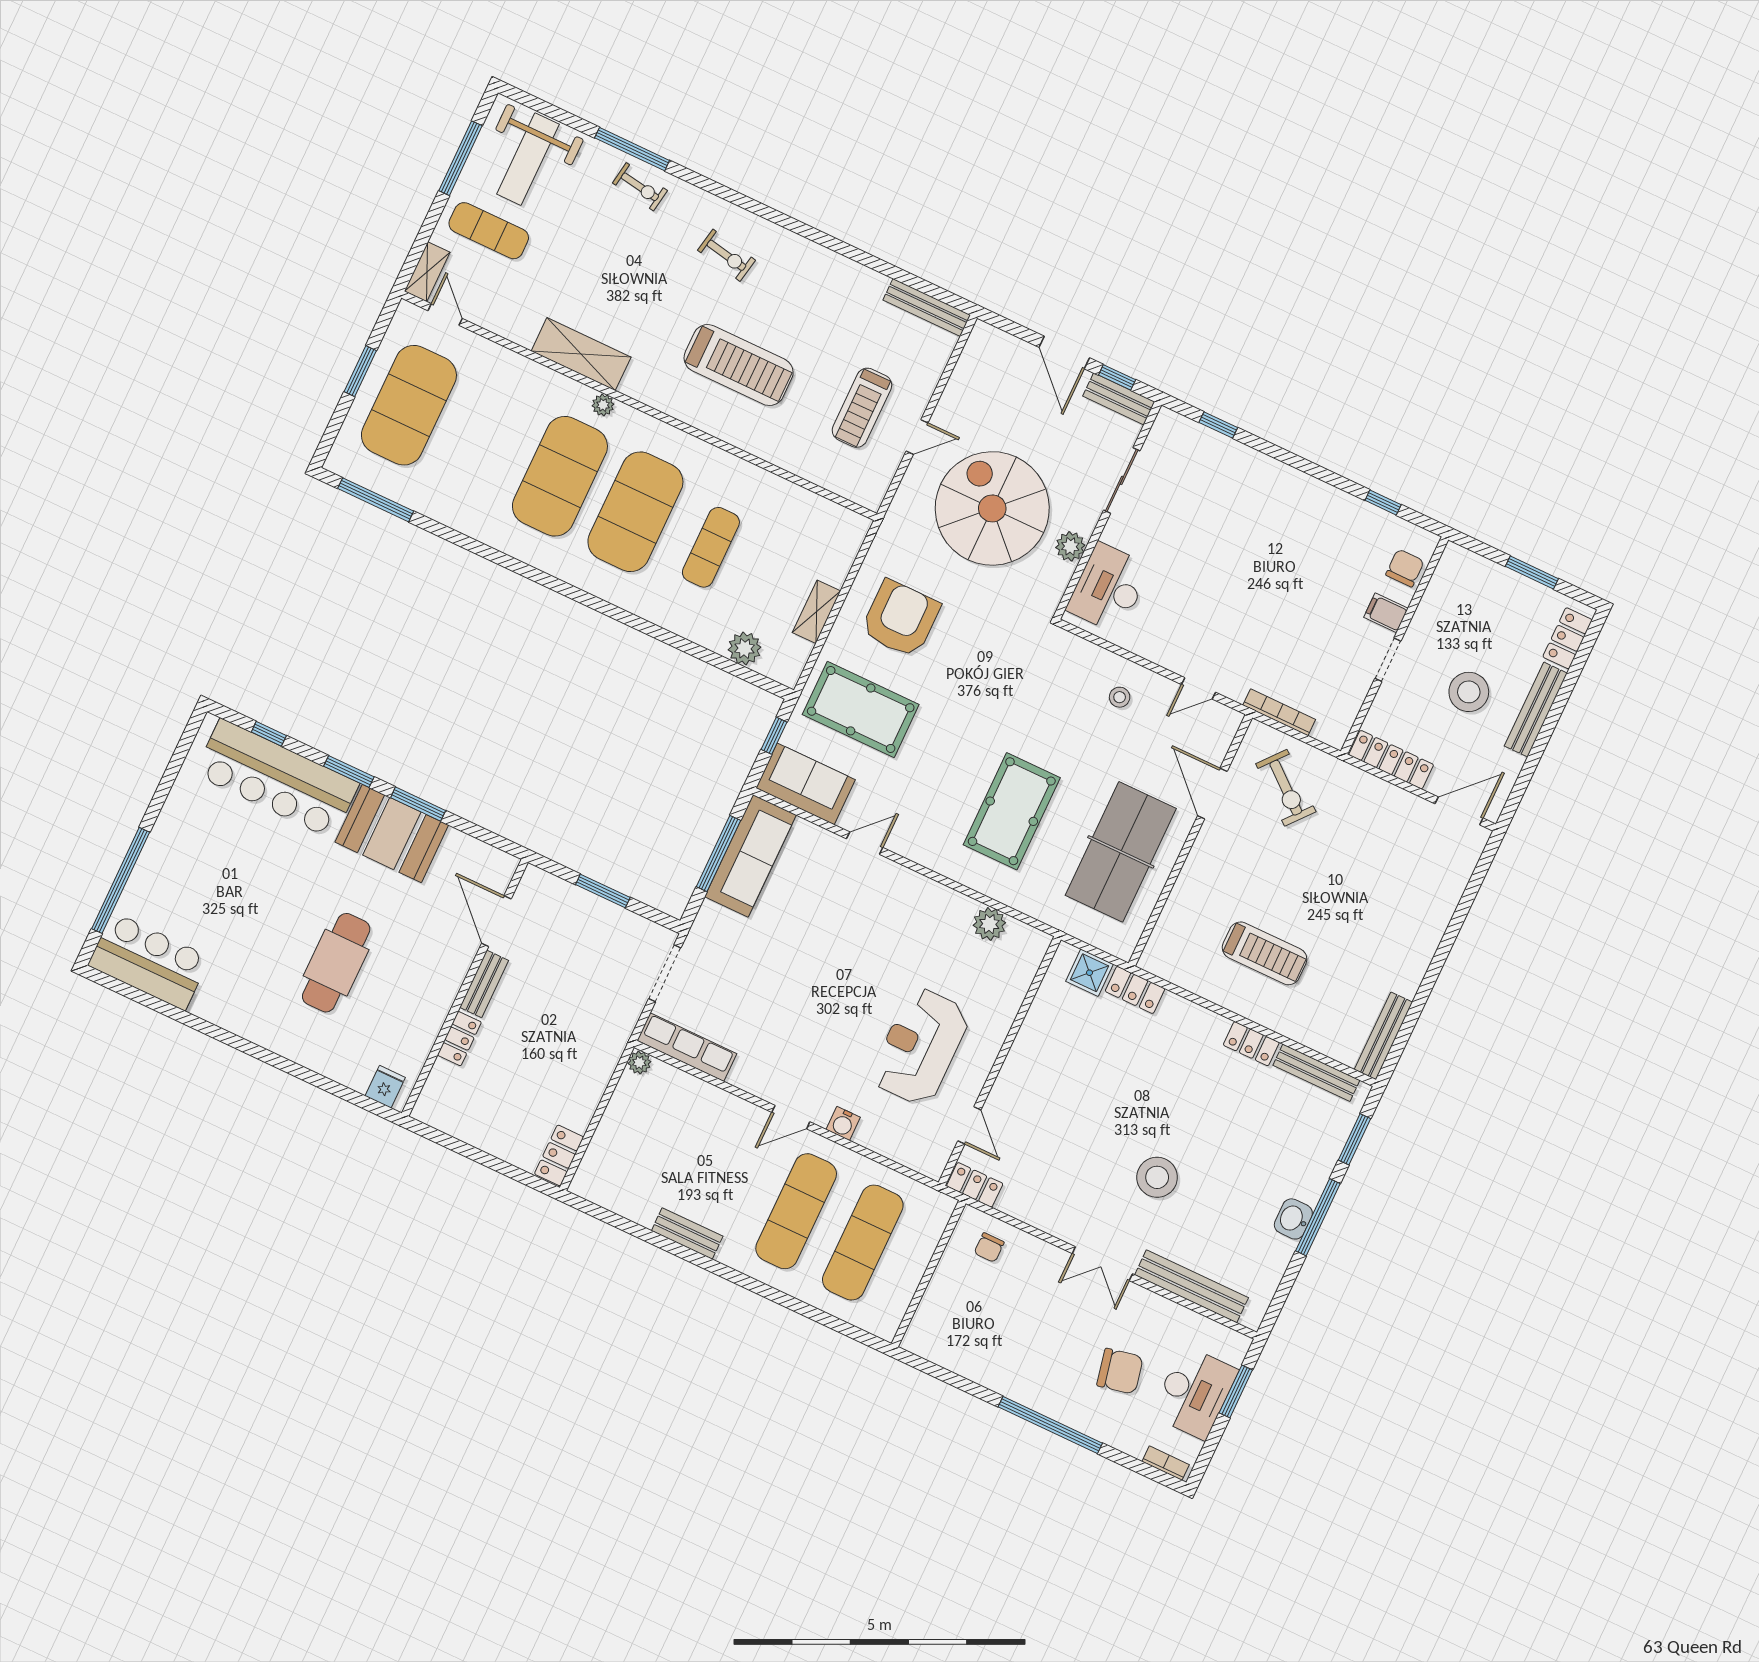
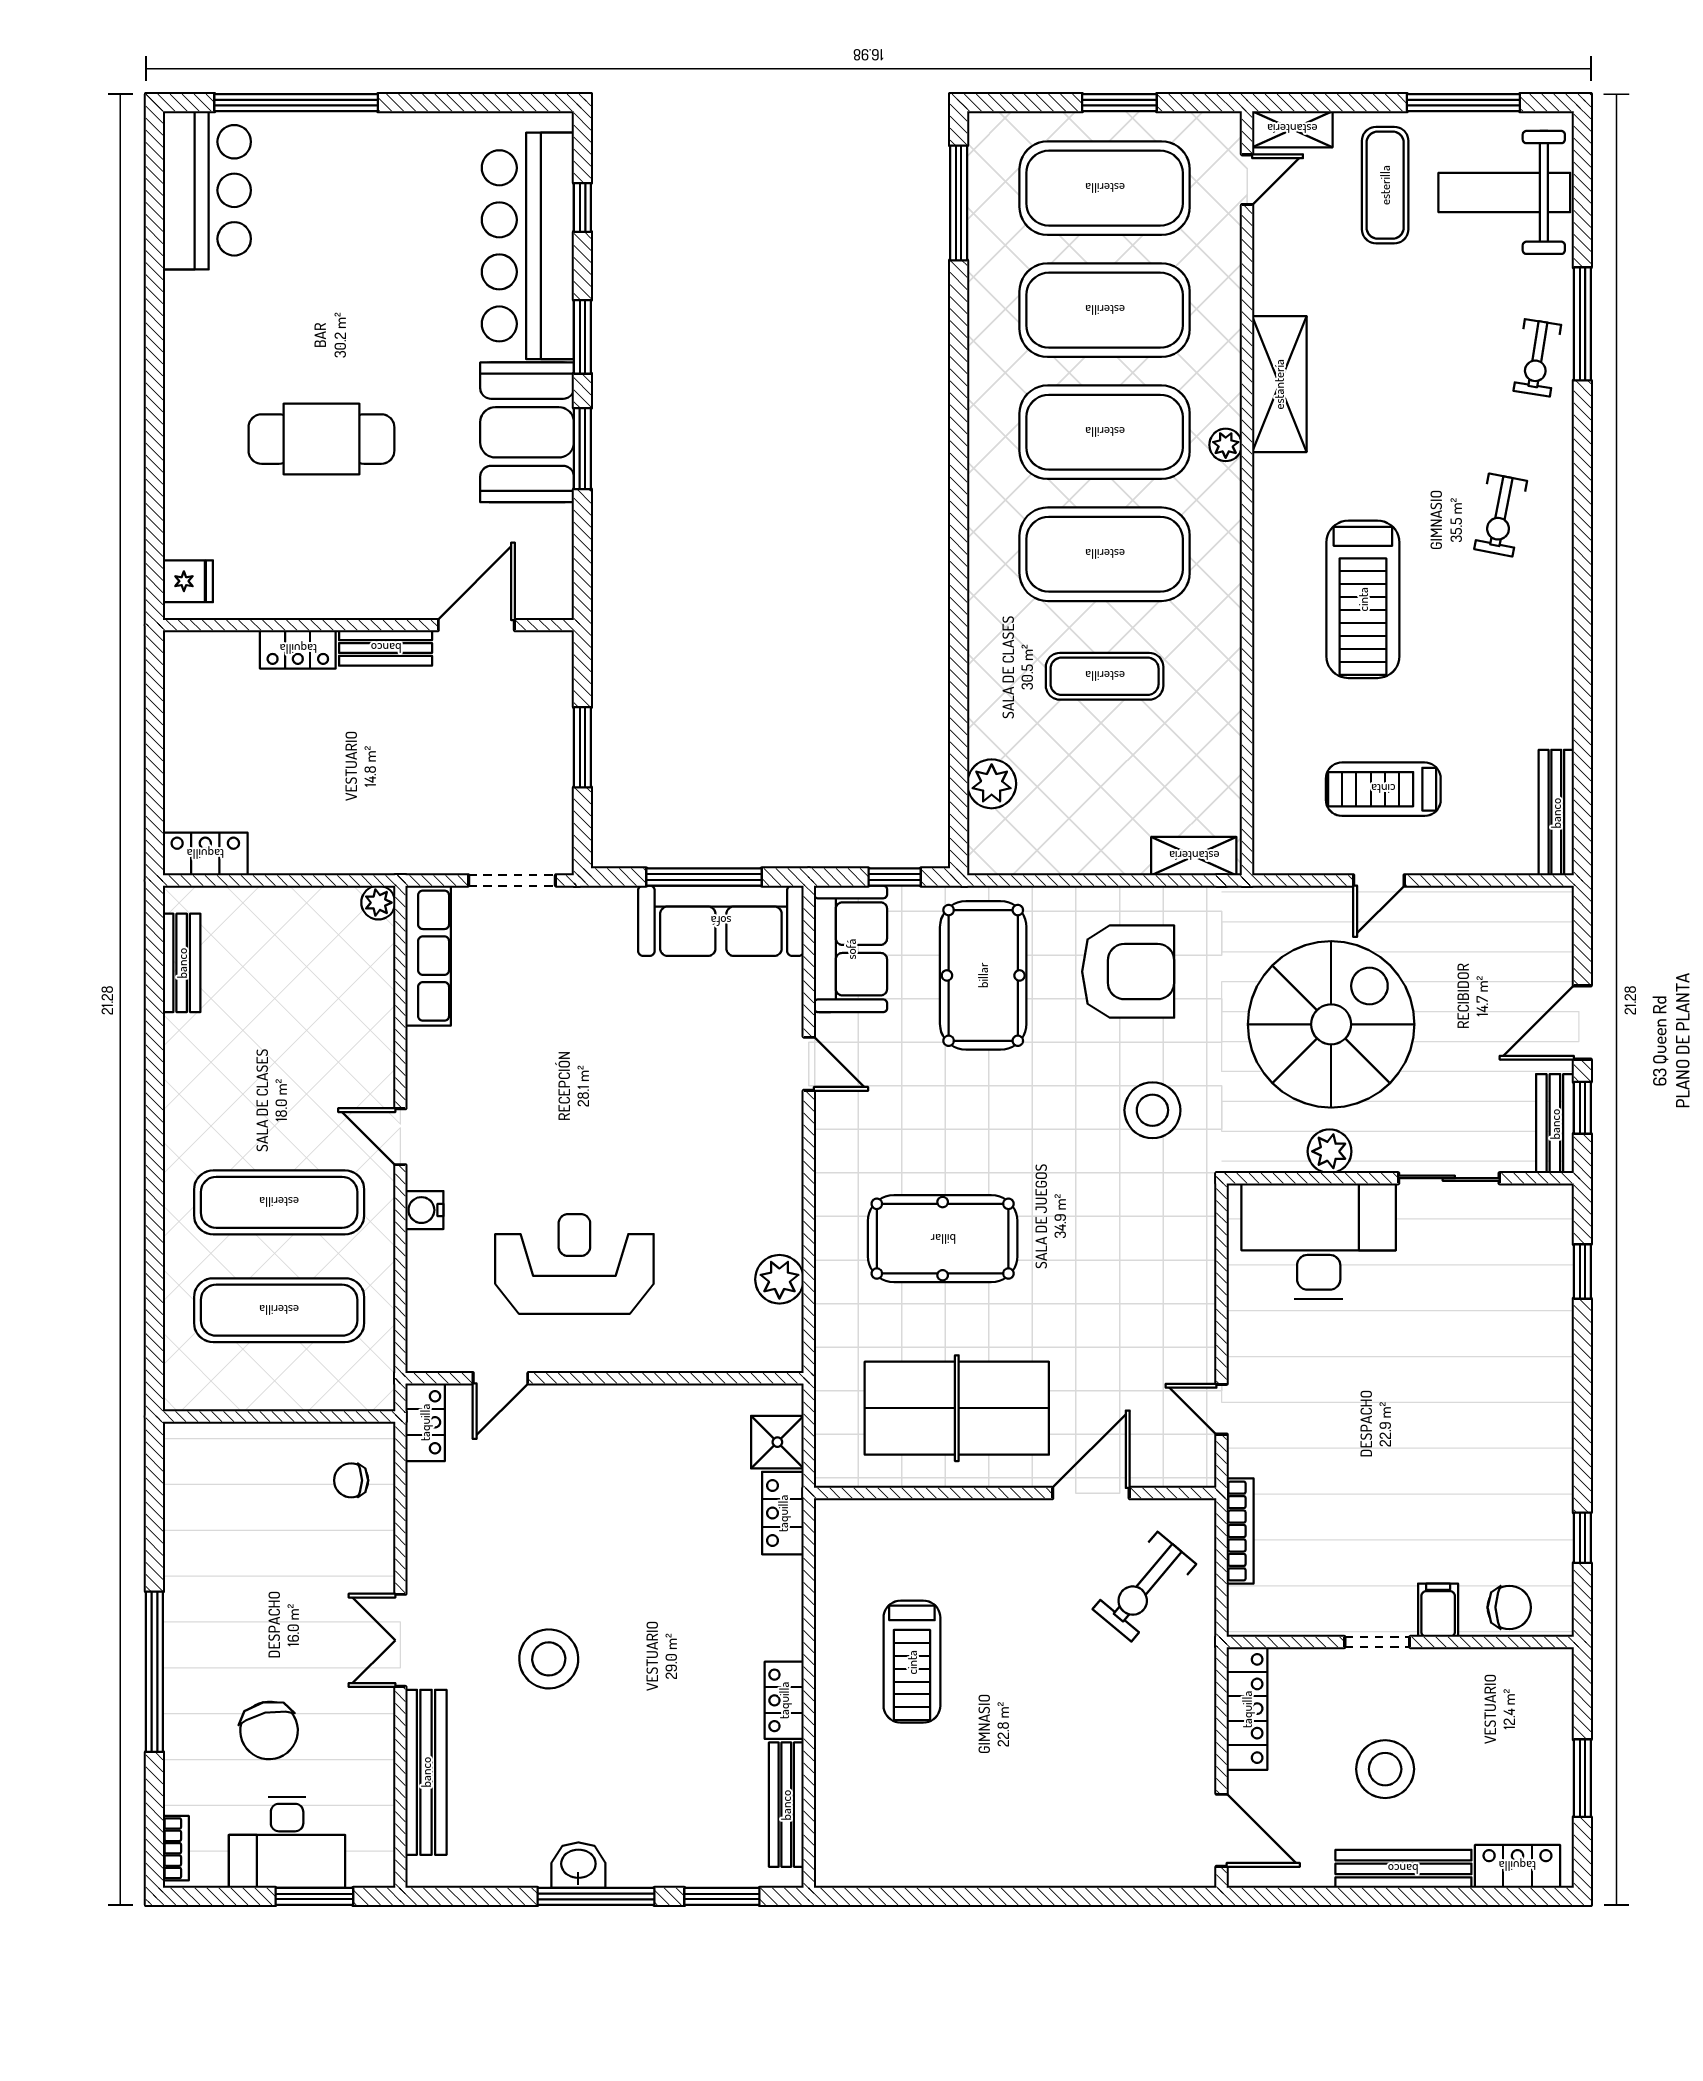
door: (917, 437) -> (1379, 880), hinge flipped
exercise mat: (484, 441) -> (1105, 310), added
desk: (1108, 588) -> (1319, 1241), width x1.36, depth x1.30
shelving: (817, 612) -> (1194, 856), moved
stool: (1120, 697) -> (1152, 1110), moved, width x1.89, depth x1.89
bench: (1383, 1036) -> (877, 1870), removed
bench: (687, 1234) -> (182, 963), moved

